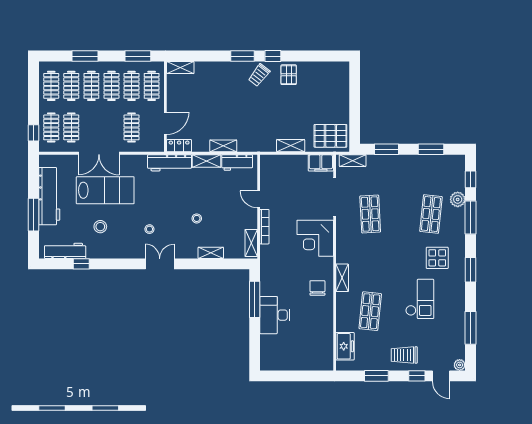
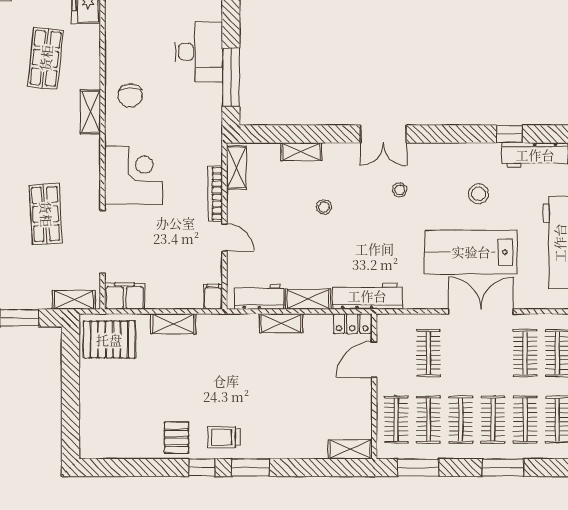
trolley: (259, 75) -> (224, 437), turned -128
filing cabinet: (266, 162) -> (213, 297), added

